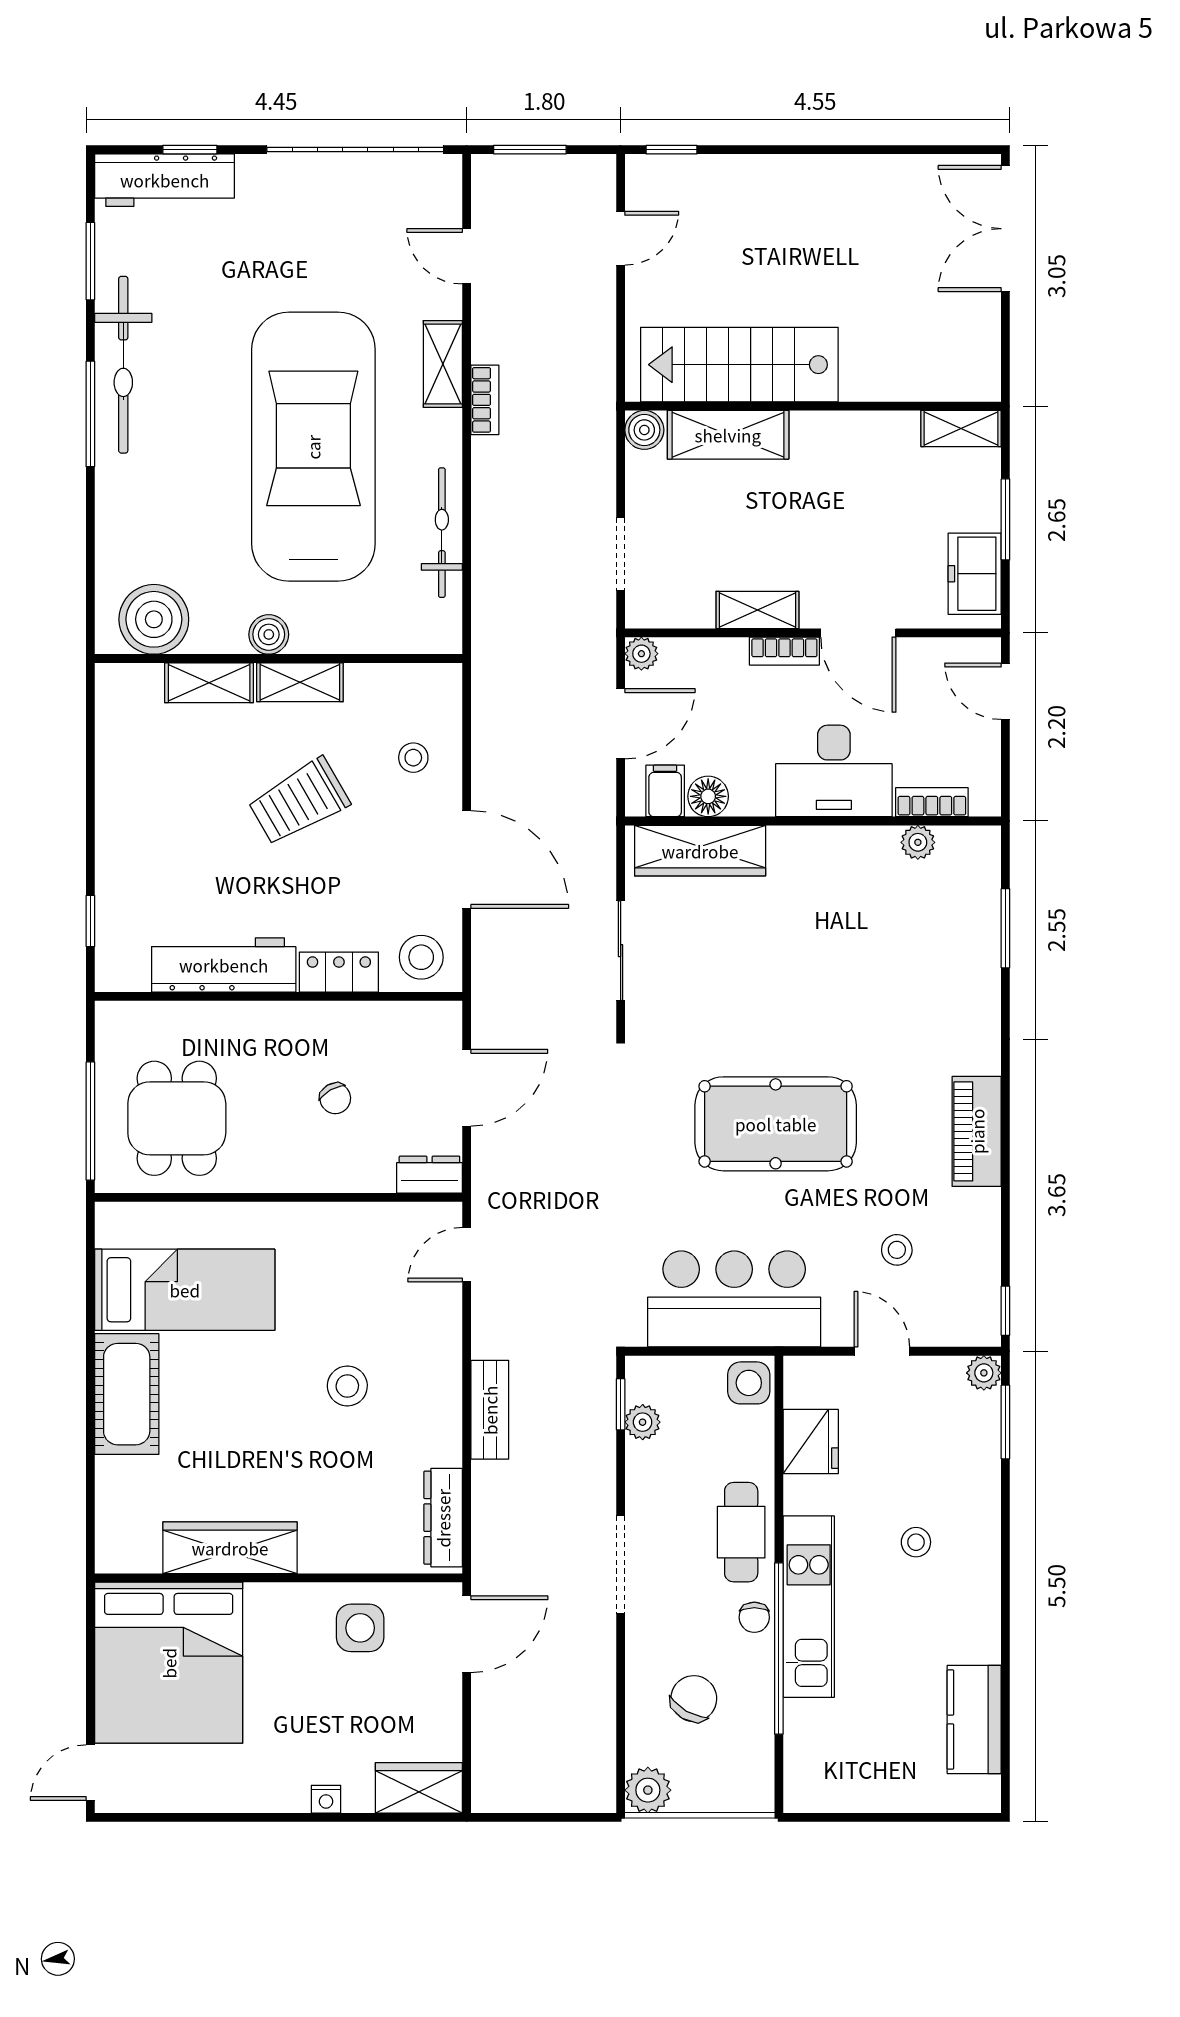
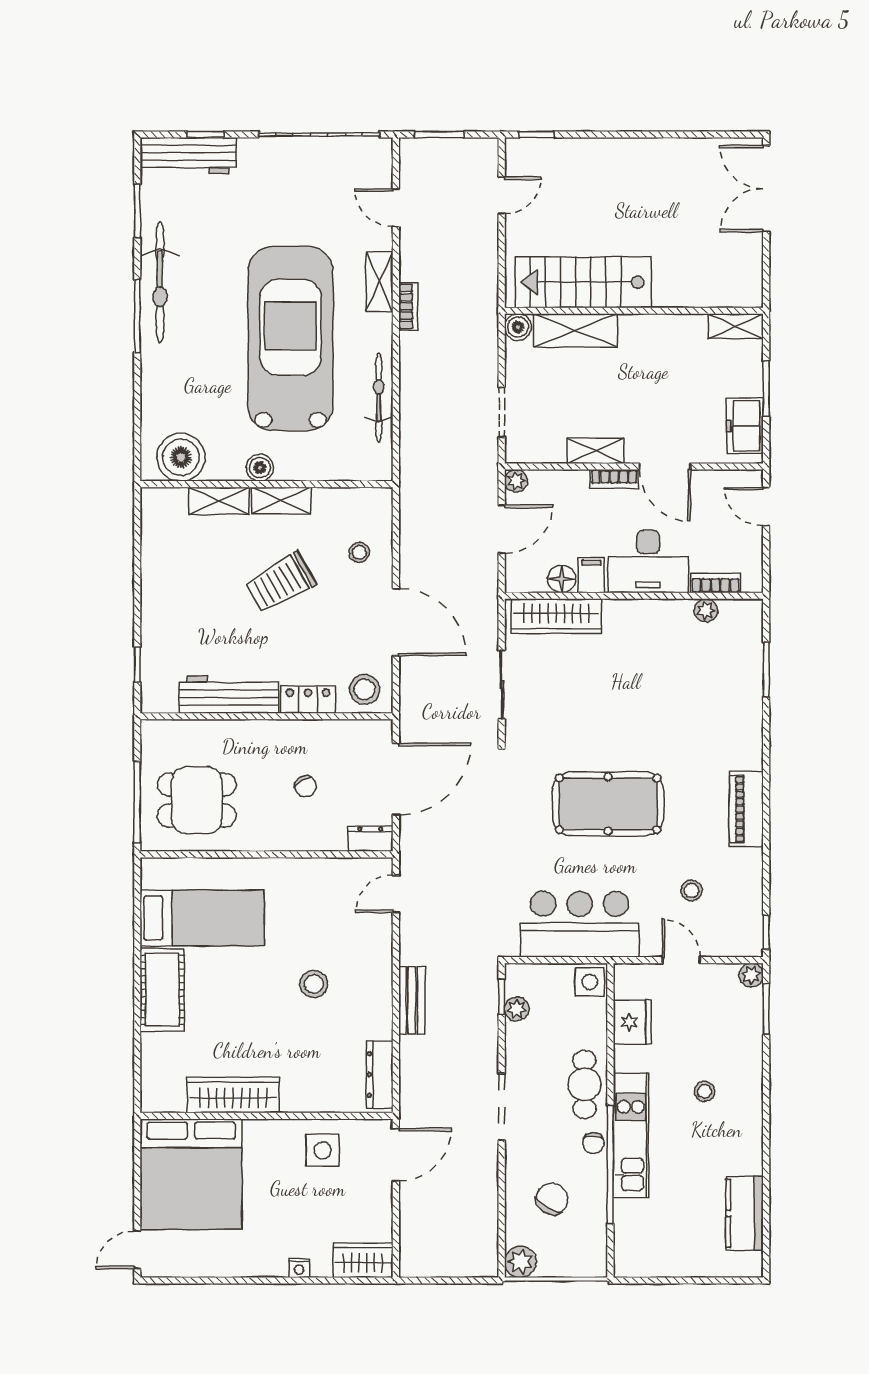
filing cabinet: (665, 791) -> (591, 575), moved
door: (467, 1088) -> (396, 779), width x1.36
dining table: (177, 1118) -> (197, 800), turned 90

